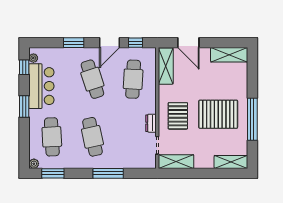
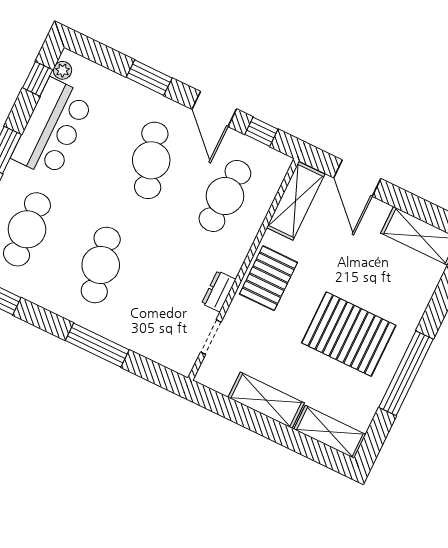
door: (110, 43) -> (214, 109), hinge flipped
pallet: (178, 116) -> (269, 278), moved
shelving: (176, 162) -> (266, 400), moved

